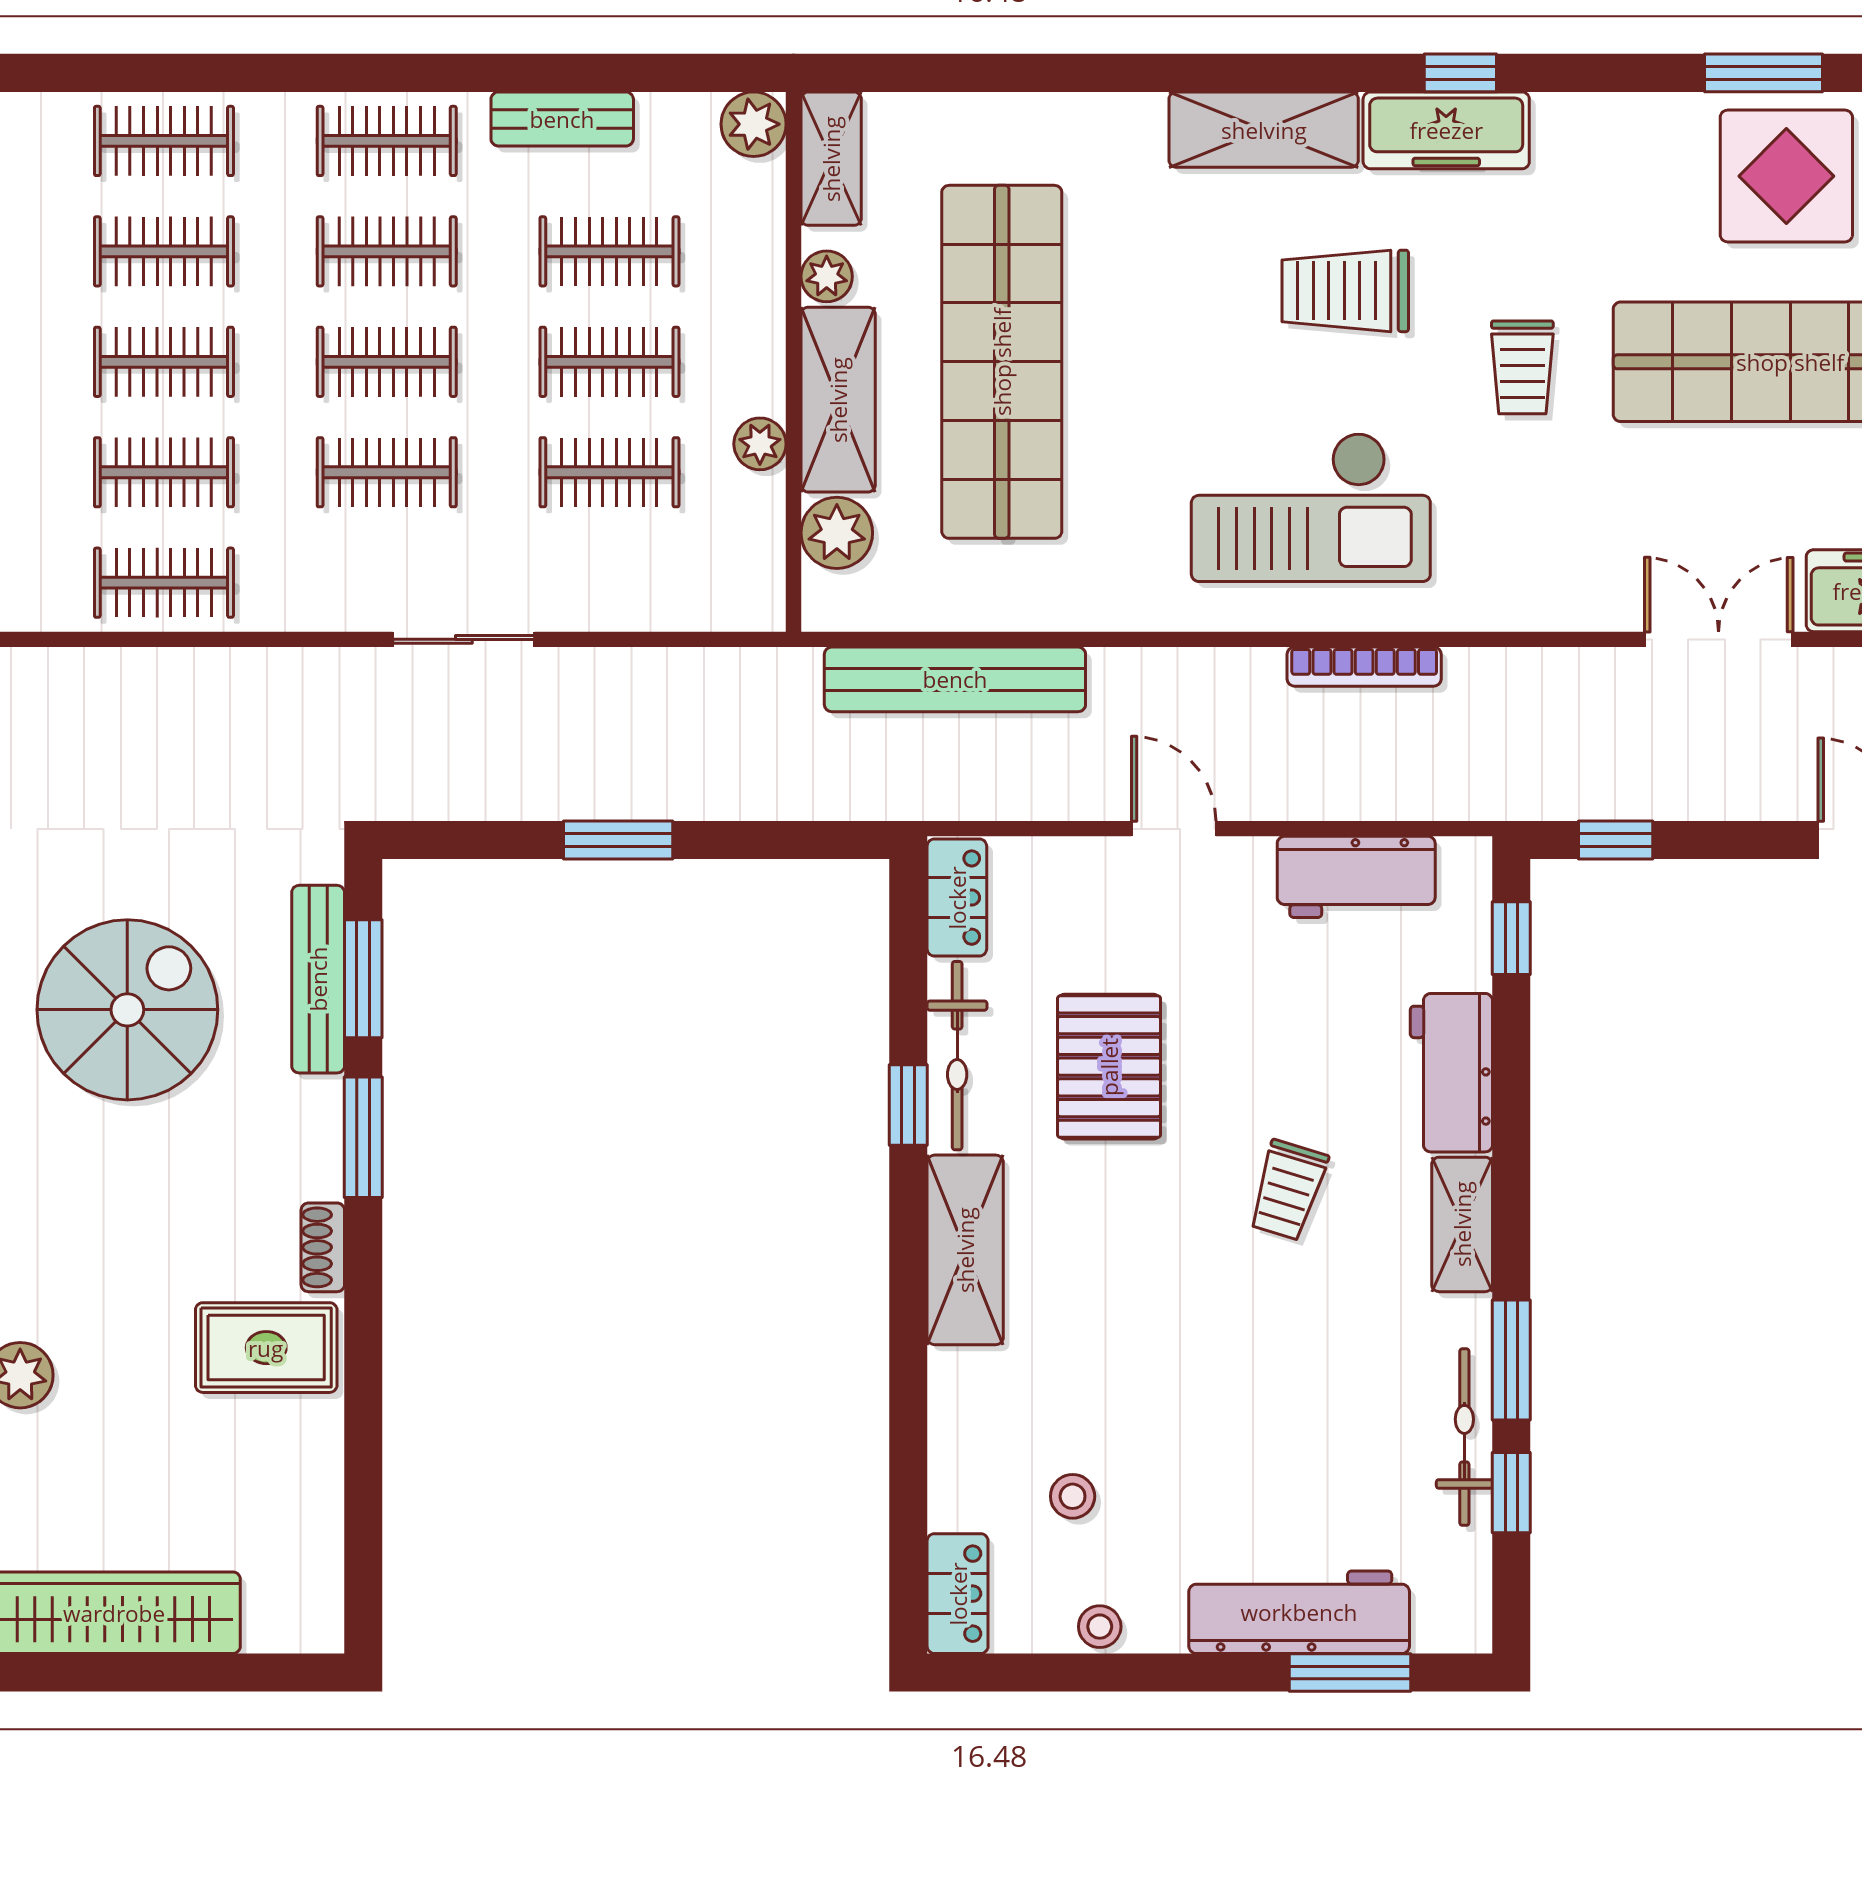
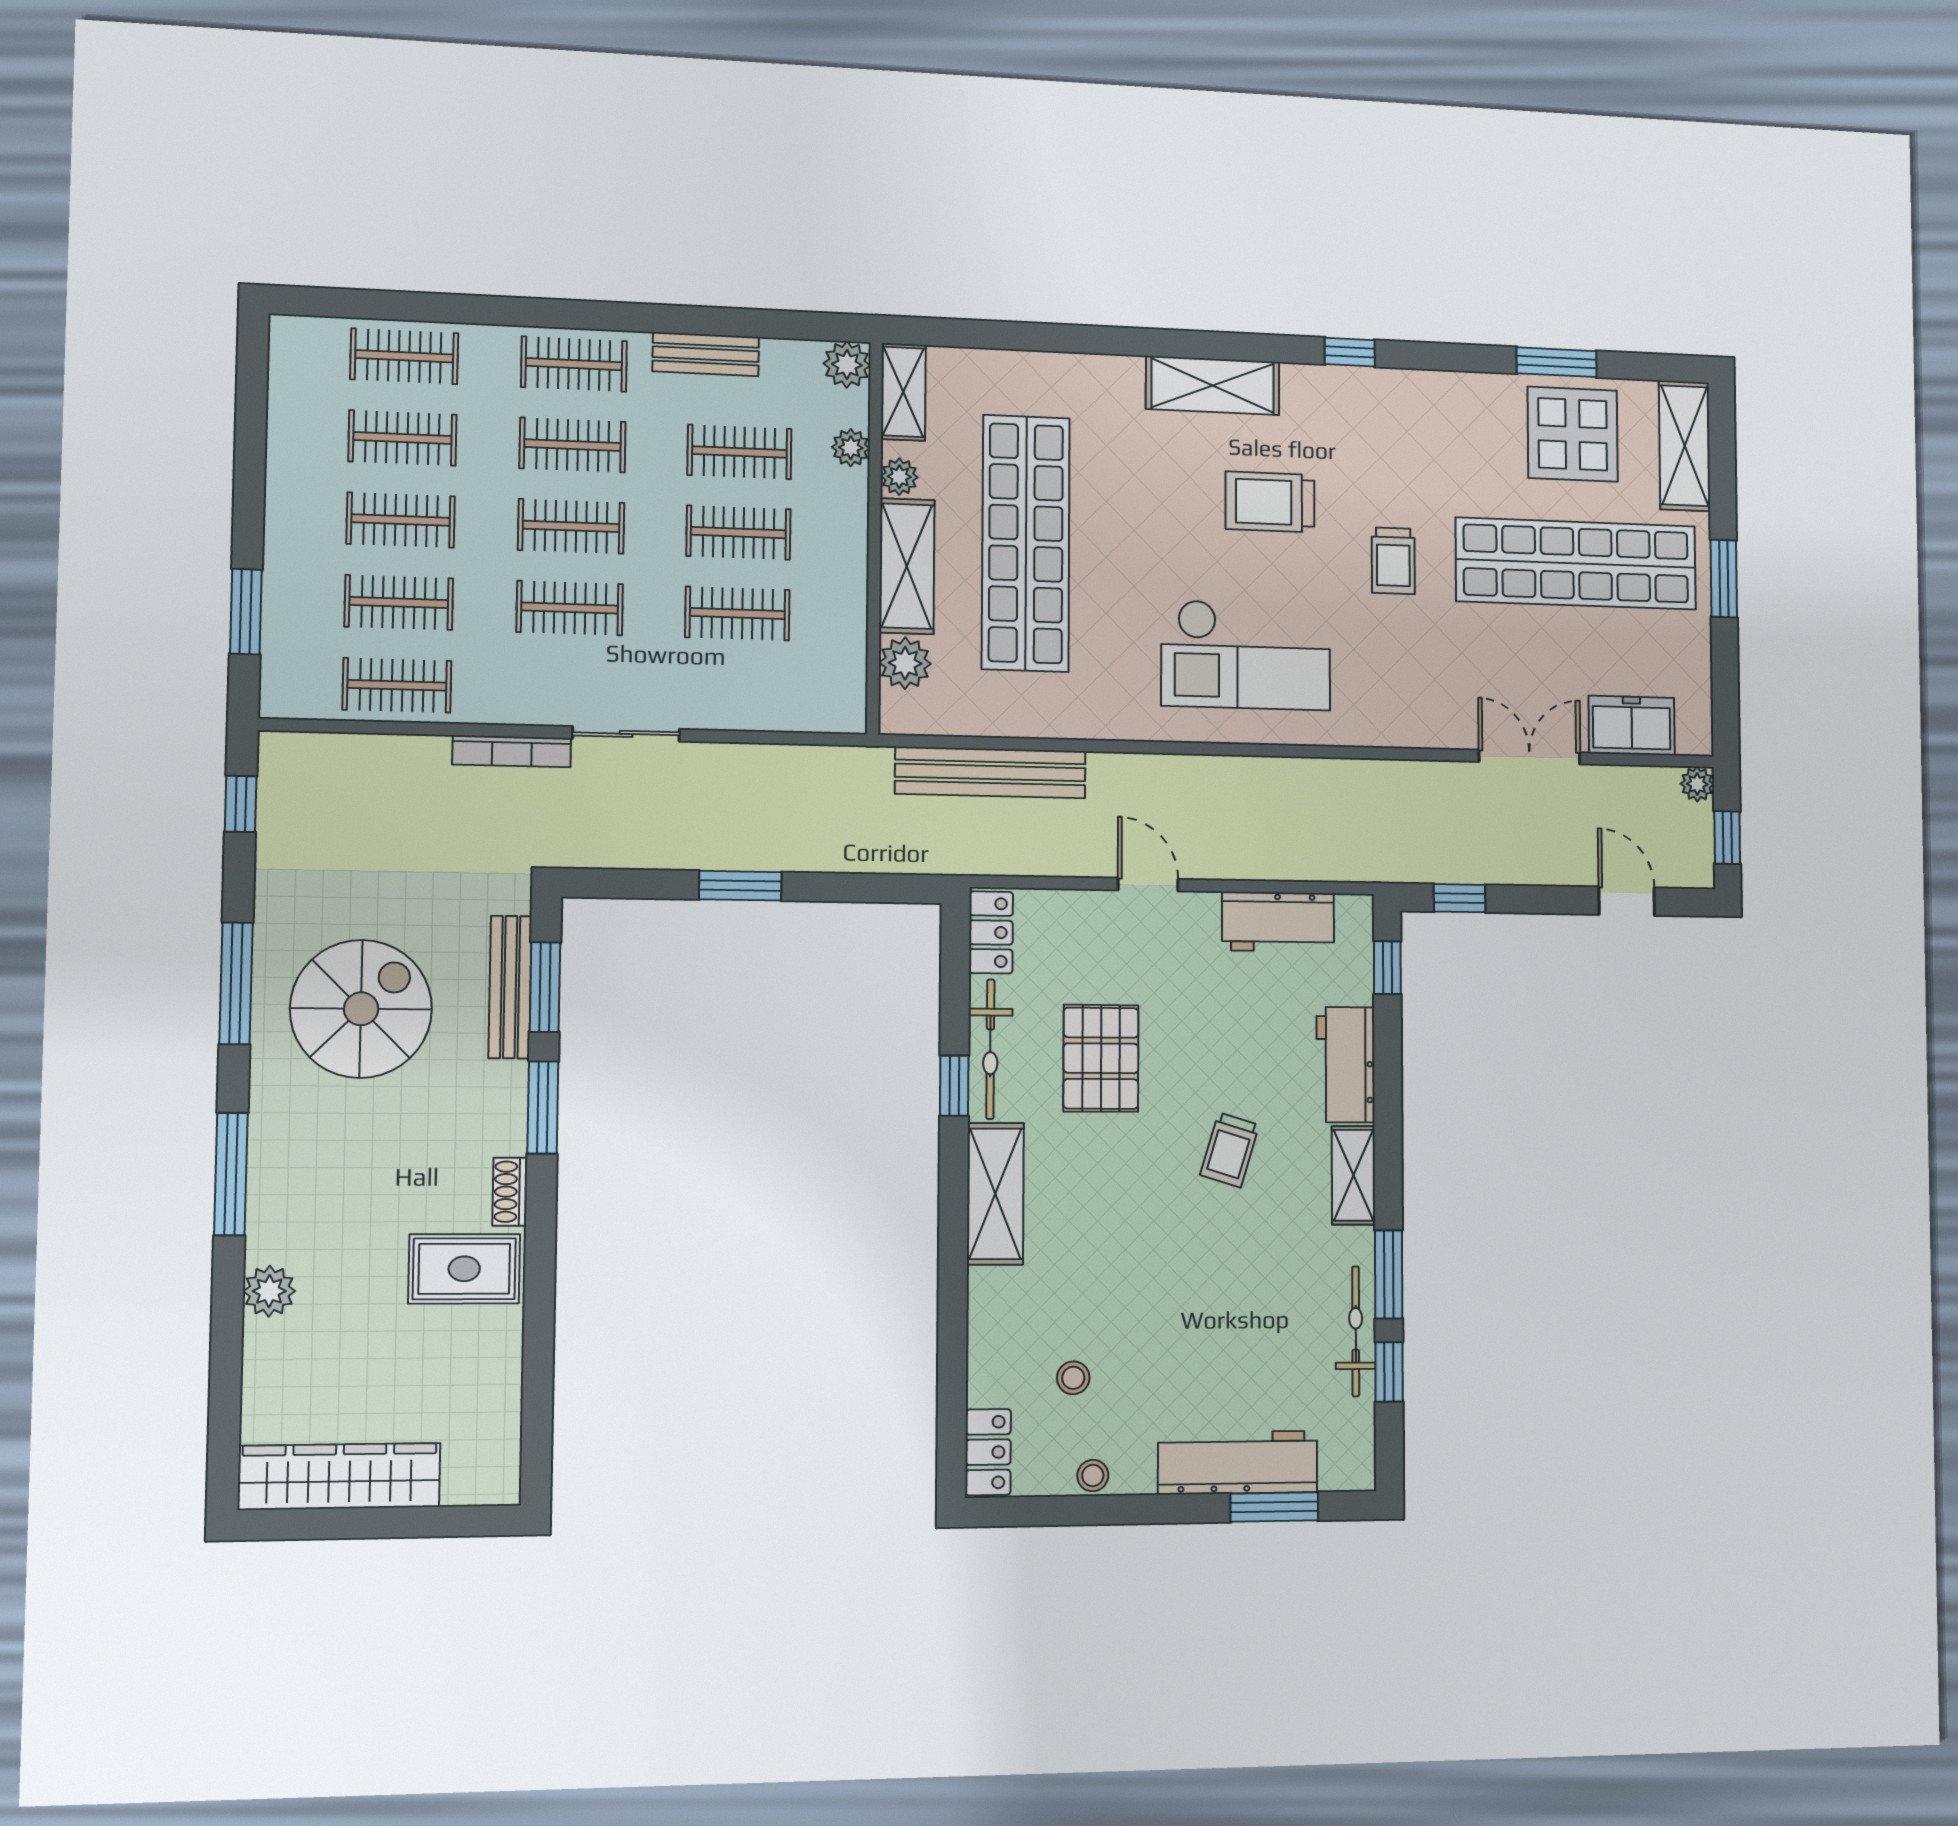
freezer: (1446, 130) -> (1340, 392), removed
plant: (760, 444) -> (851, 448), moved
bookcase: (1364, 667) -> (512, 751), moved

